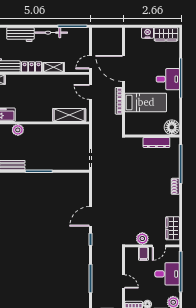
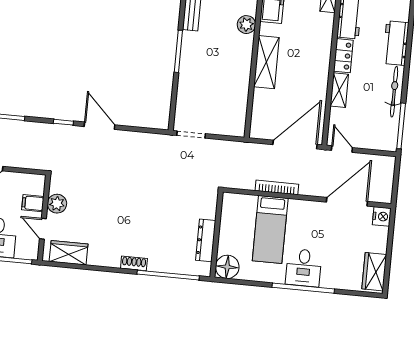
nightstand: (148, 33) -> (382, 216), moved
door: (123, 68) -> (347, 202), moved
door: (91, 92) -> (295, 144), width x1.87
shelving: (69, 115) -> (266, 62), moved

